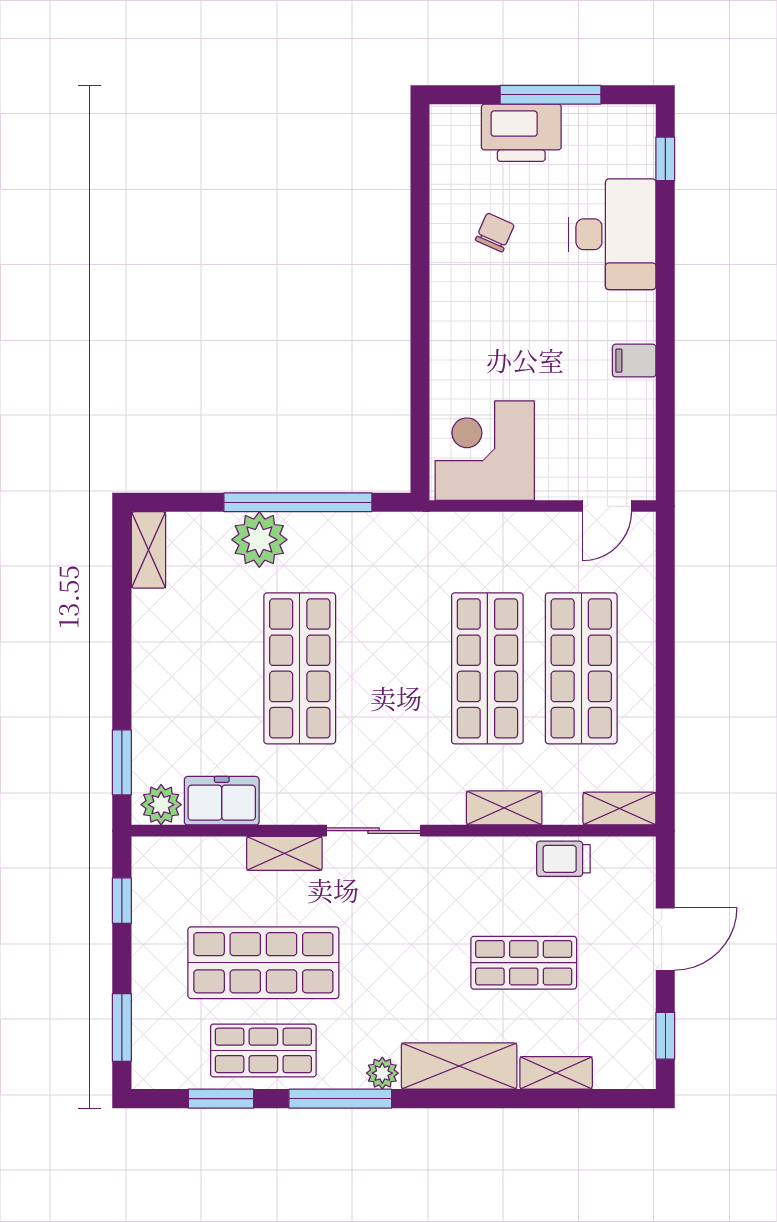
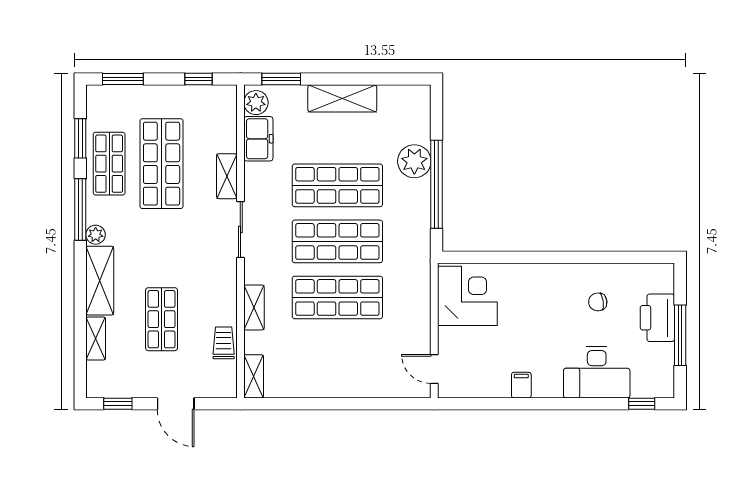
chair: (495, 233) -> (598, 302), turned 147
shelving: (148, 550) -> (342, 98), moved, width x1.50, depth x1.33
shop shelf: (581, 668) -> (337, 241), moved

